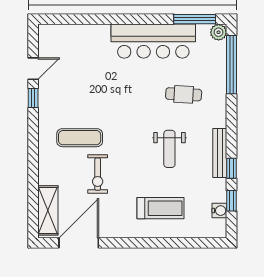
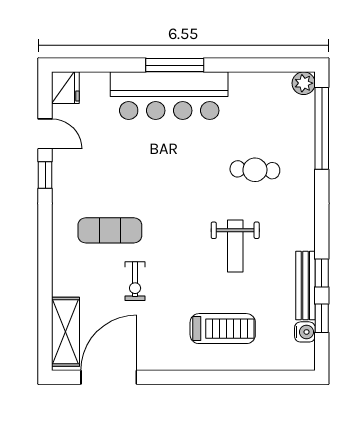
window: (195, 19) -> (175, 65), moved
fridge: (48, 35) -> (65, 88), added
bar counter: (153, 41) -> (169, 96), moved
door: (33, 69) -> (45, 134), hinge flipped
bench: (220, 153) -> (305, 286), moved
exercise bike: (98, 174) -> (135, 281), width x0.73, depth x0.72

